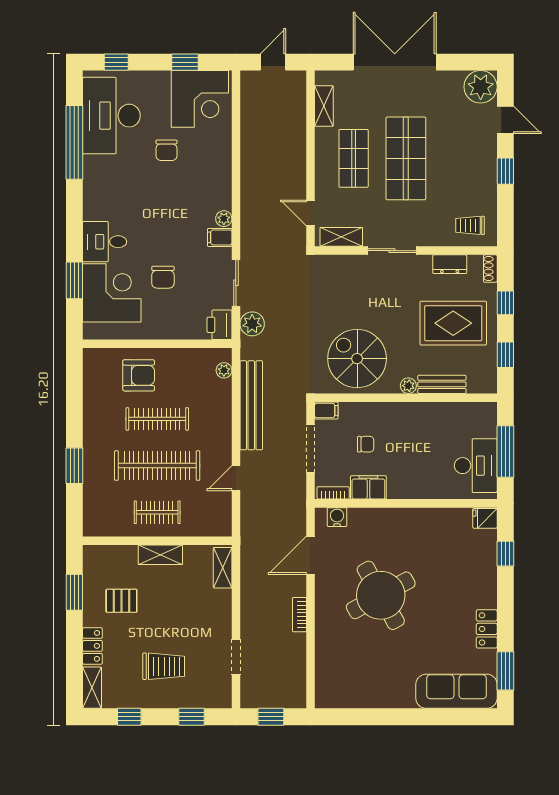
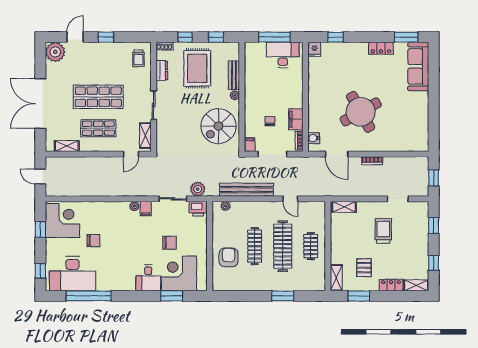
shelving: (160, 555) -> (336, 278), moved
trolley: (164, 666) -> (383, 231), moved

